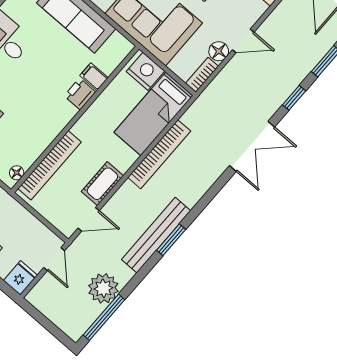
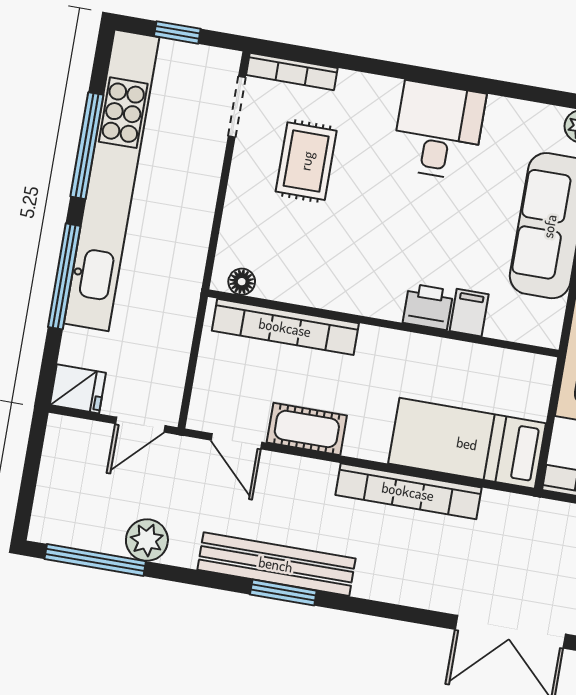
nightstand: (145, 71) -> (527, 390), removed
plant: (103, 288) -> (147, 540), width x0.73, depth x0.73

